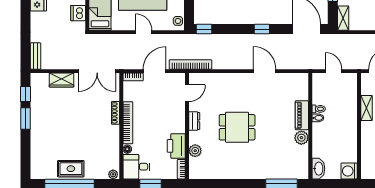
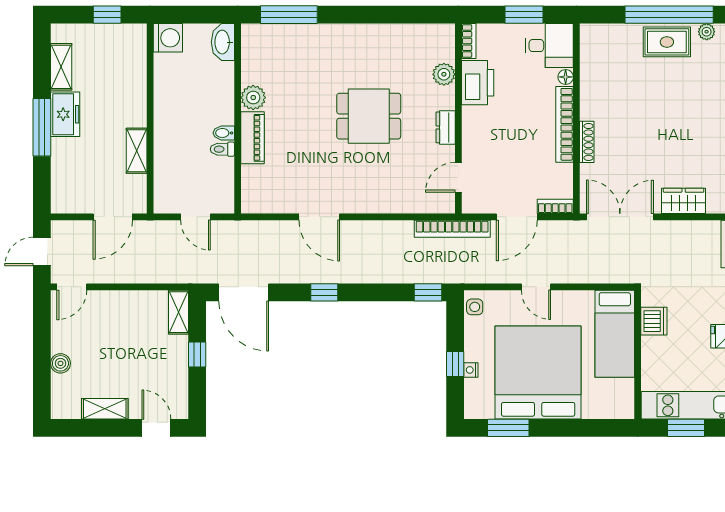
plant: (113, 174) -> (707, 32), moved

